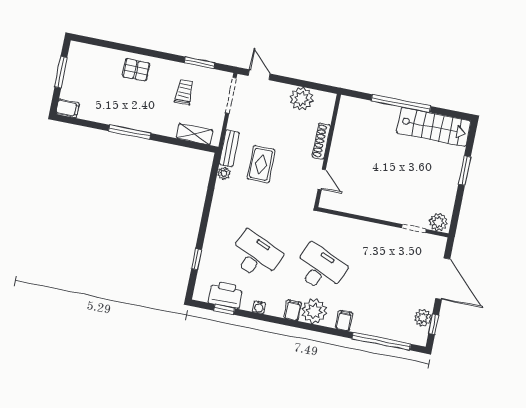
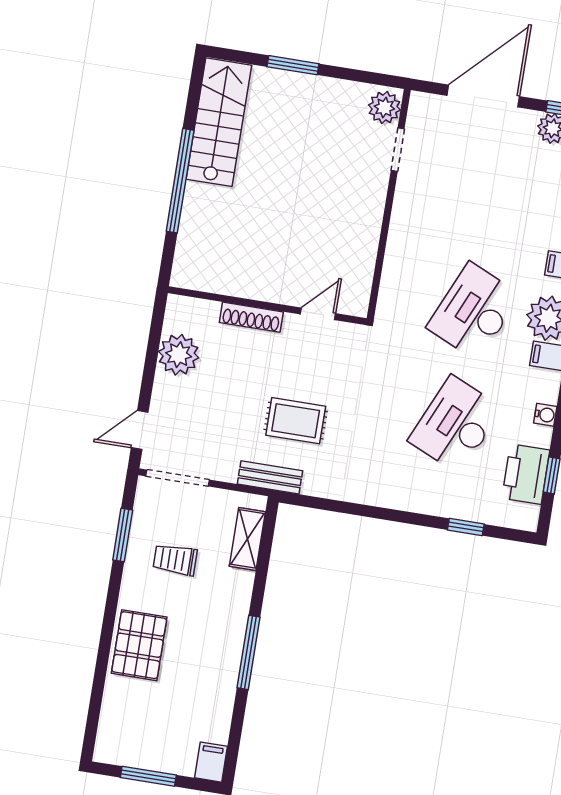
pallet: (136, 70) -> (139, 645), width x1.50, depth x1.42
plant: (224, 173) -> (314, 485), removed

